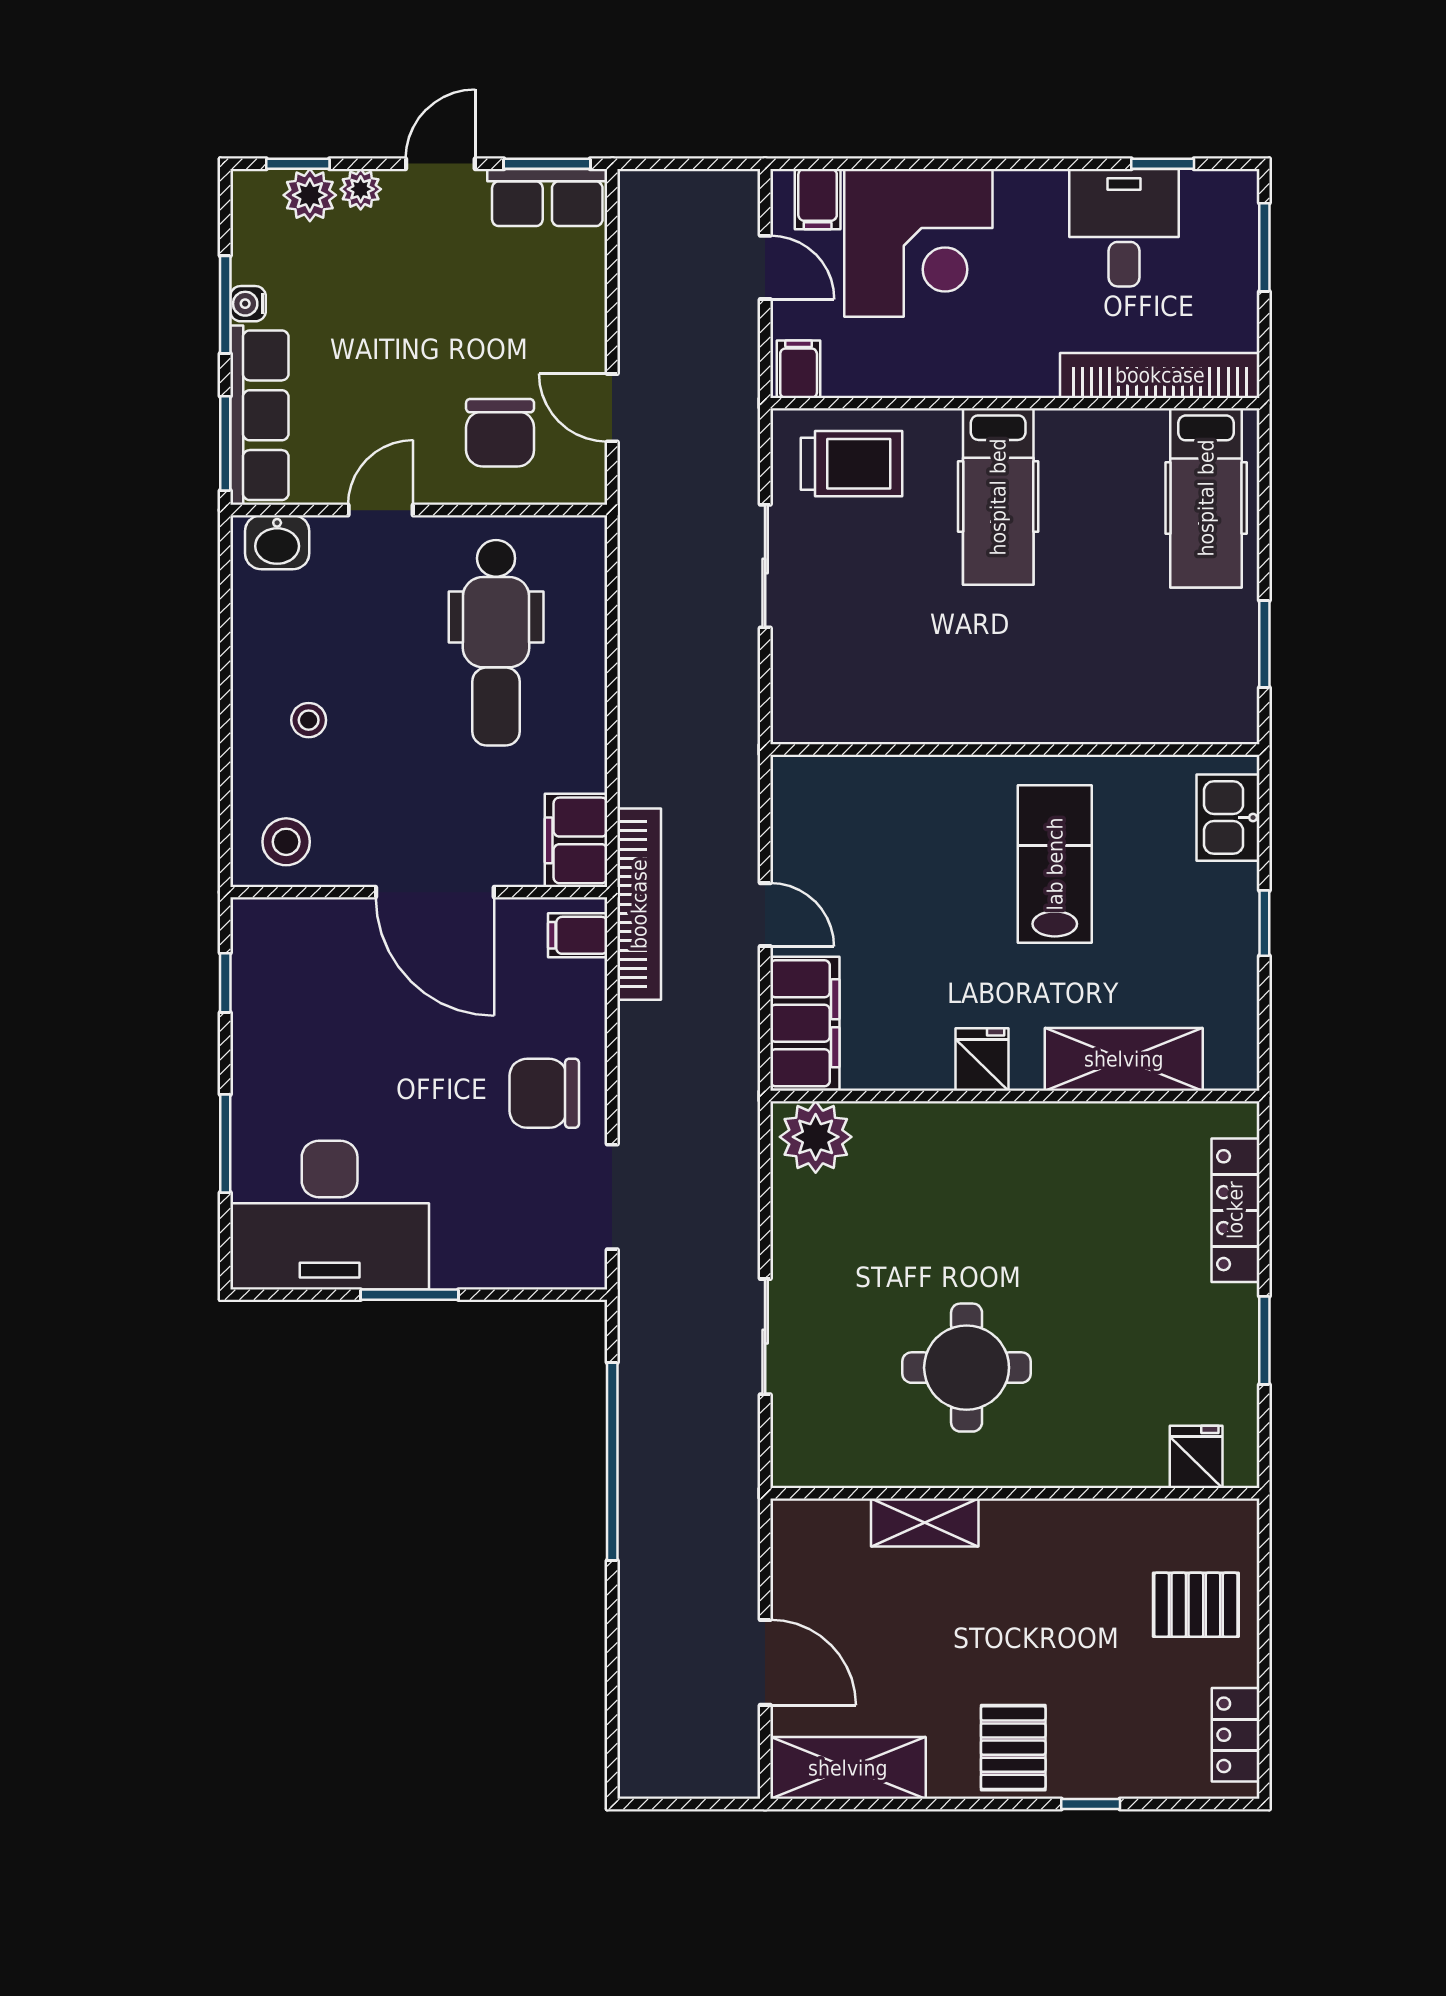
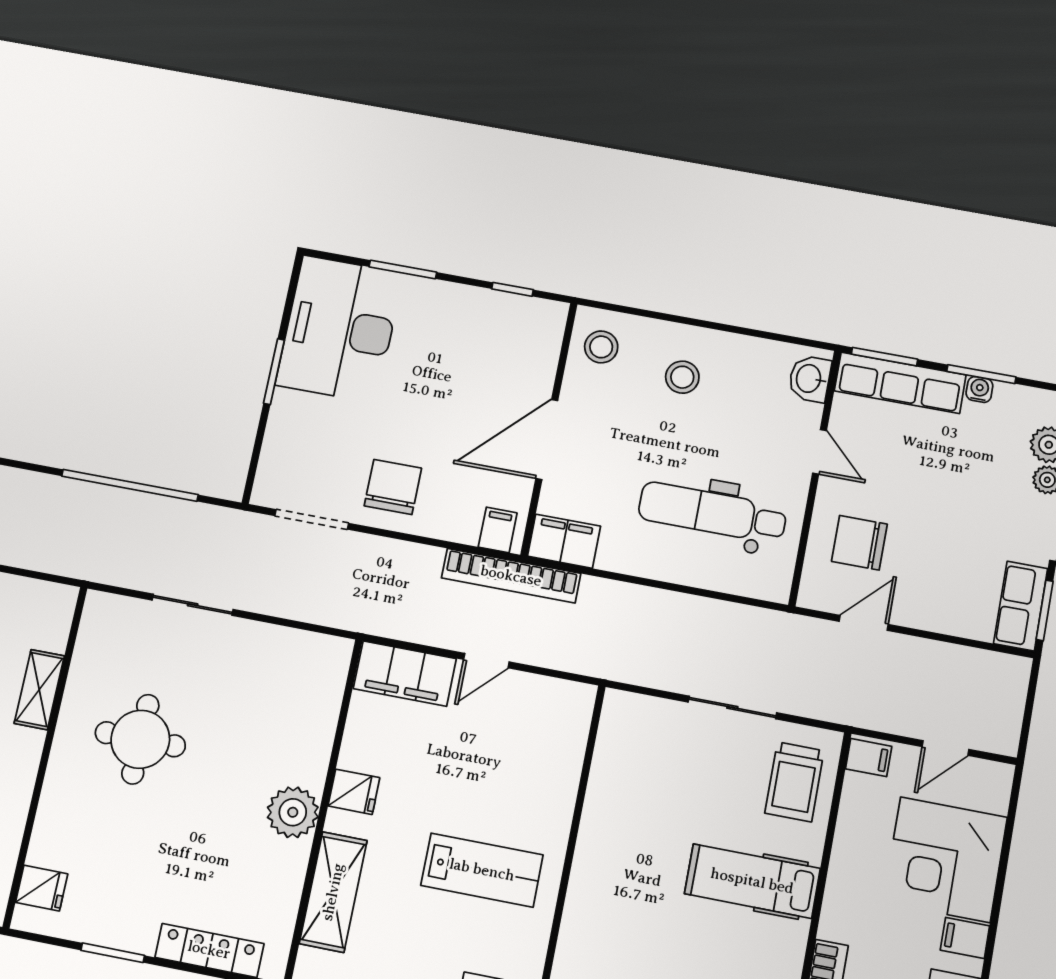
filing cabinet: (818, 199) -> (965, 938), moved
stool: (309, 720) -> (682, 377), width x1.37, depth x1.37
plant: (816, 1137) -> (293, 812), moved

